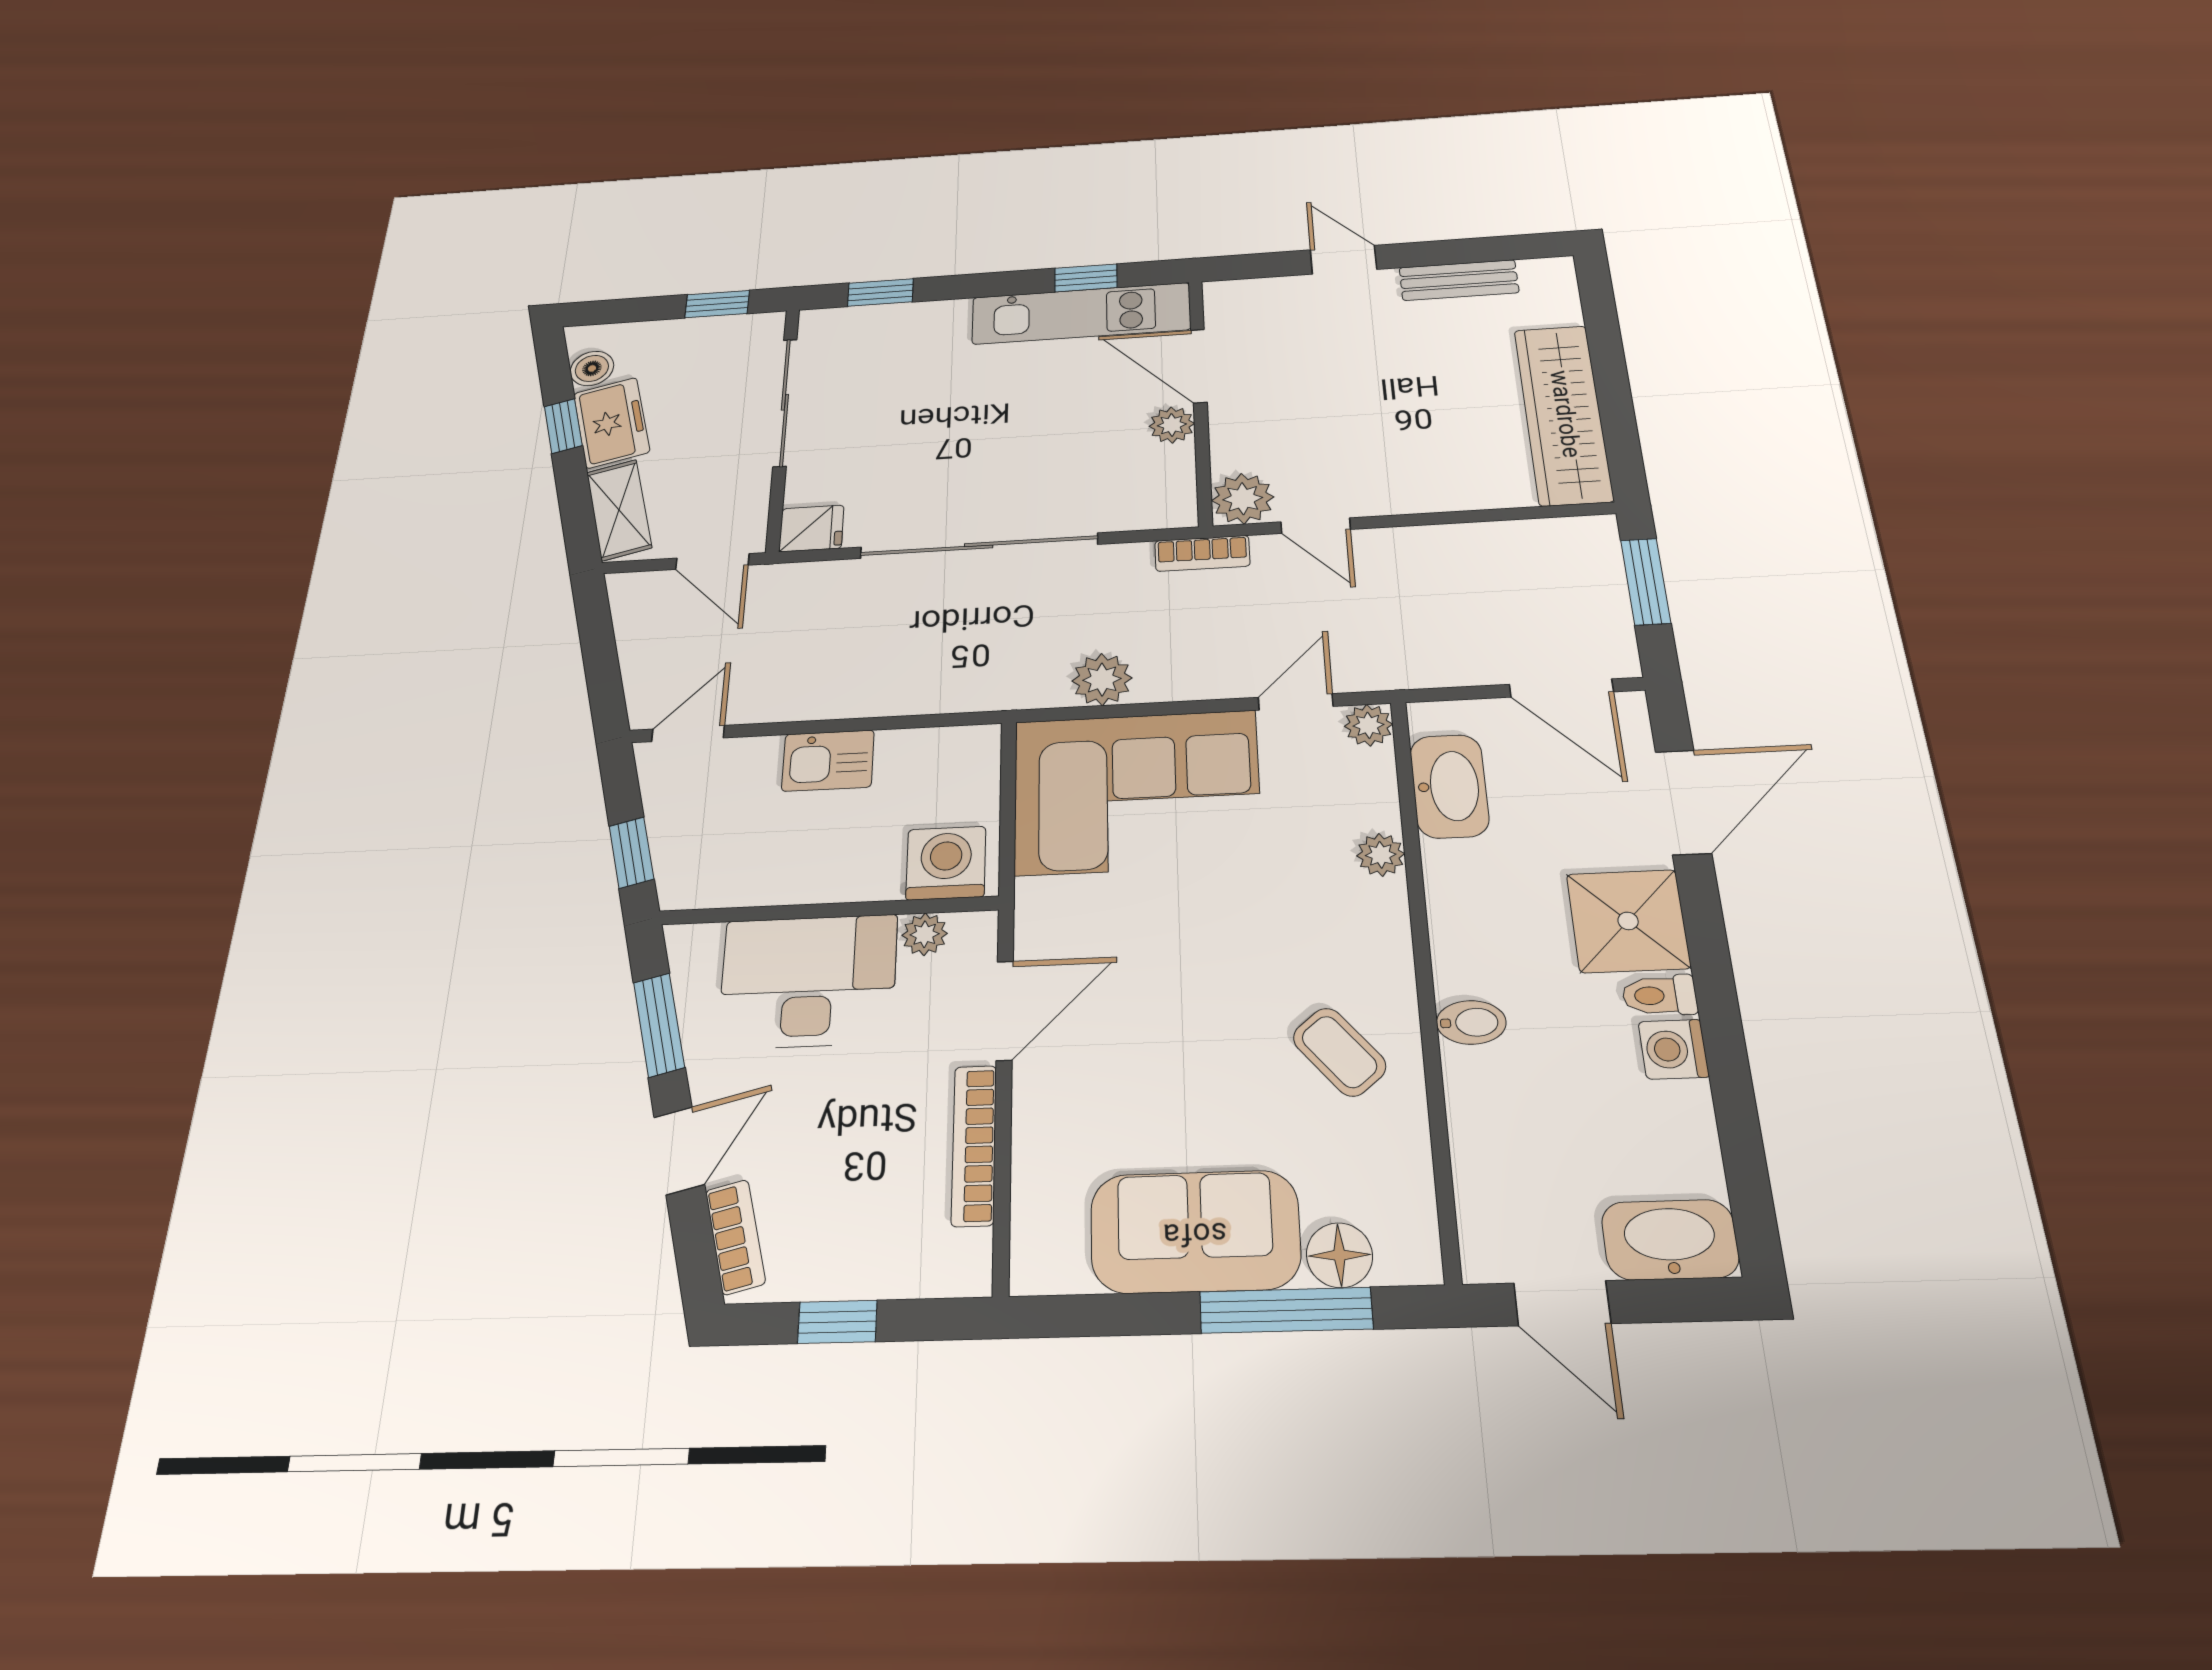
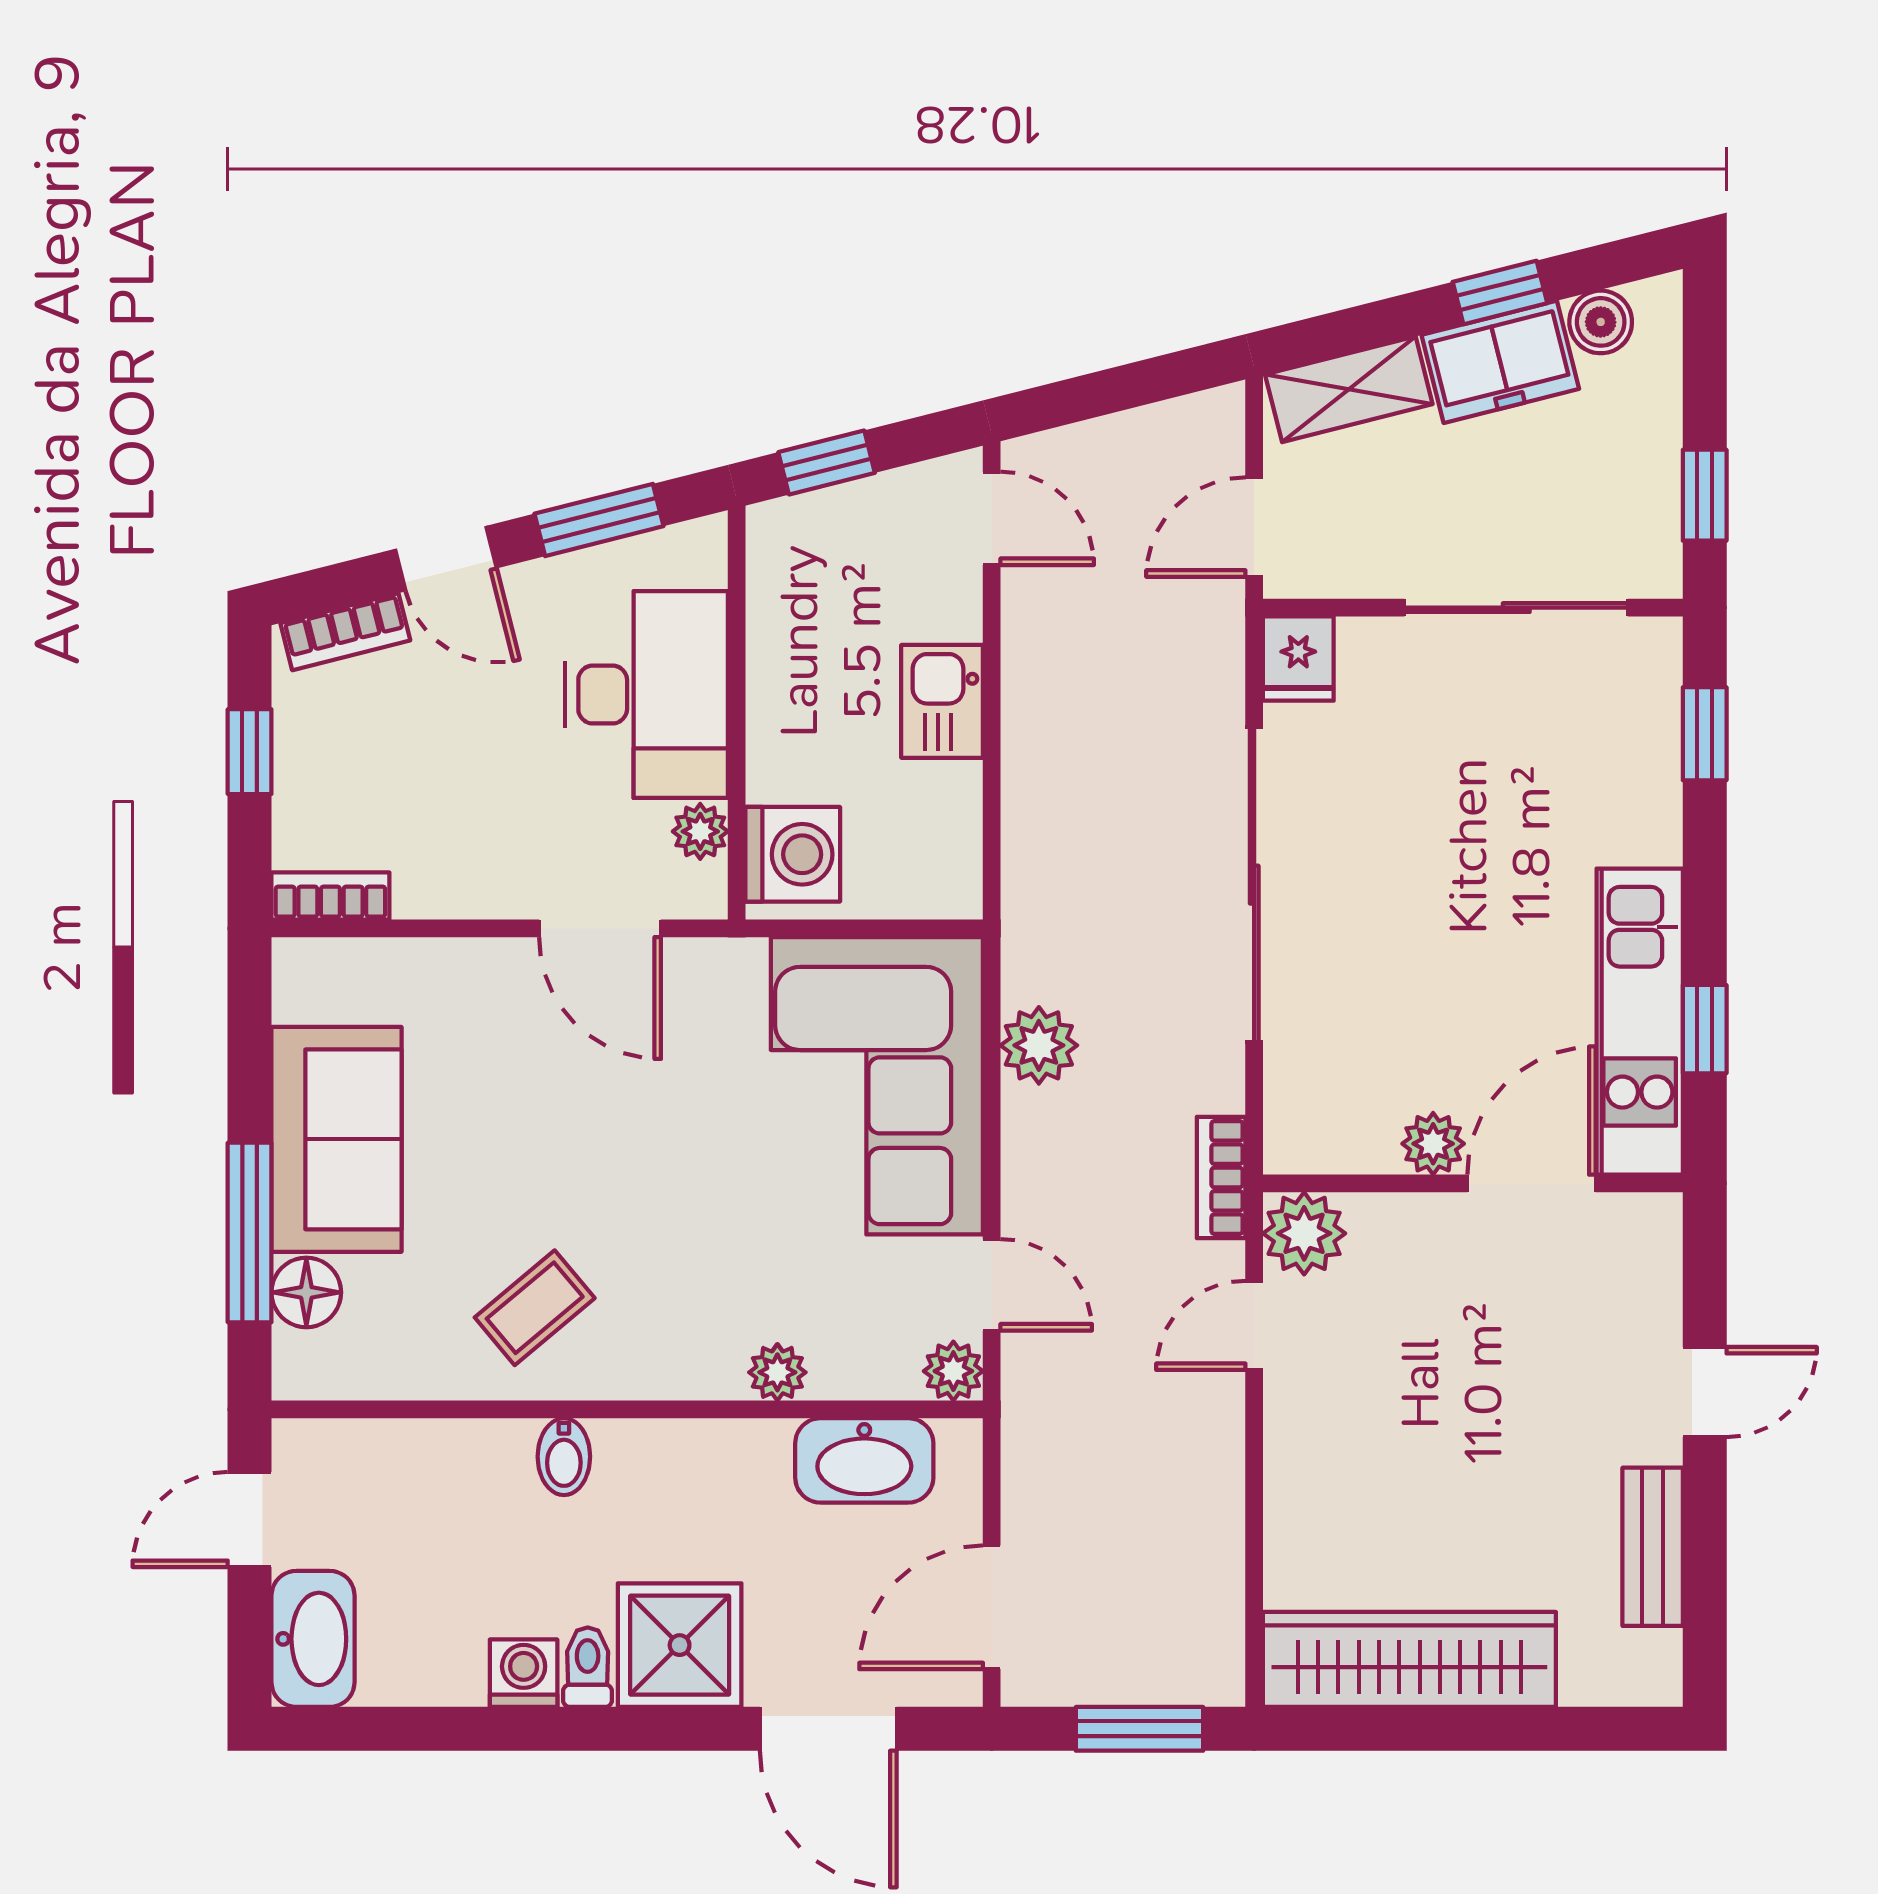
bookcase: (974, 1145) -> (330, 896), moved, width x0.64

